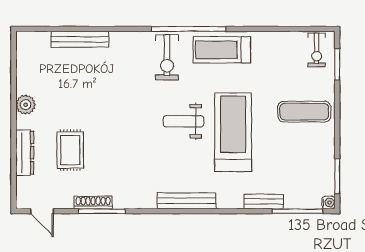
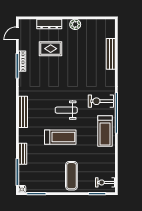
treadmill: (222, 50) -> (105, 131), turned 180
weight bench: (183, 121) -> (66, 110), turned -90
treadmill: (233, 132) -> (60, 137), width x0.73, depth x0.73

